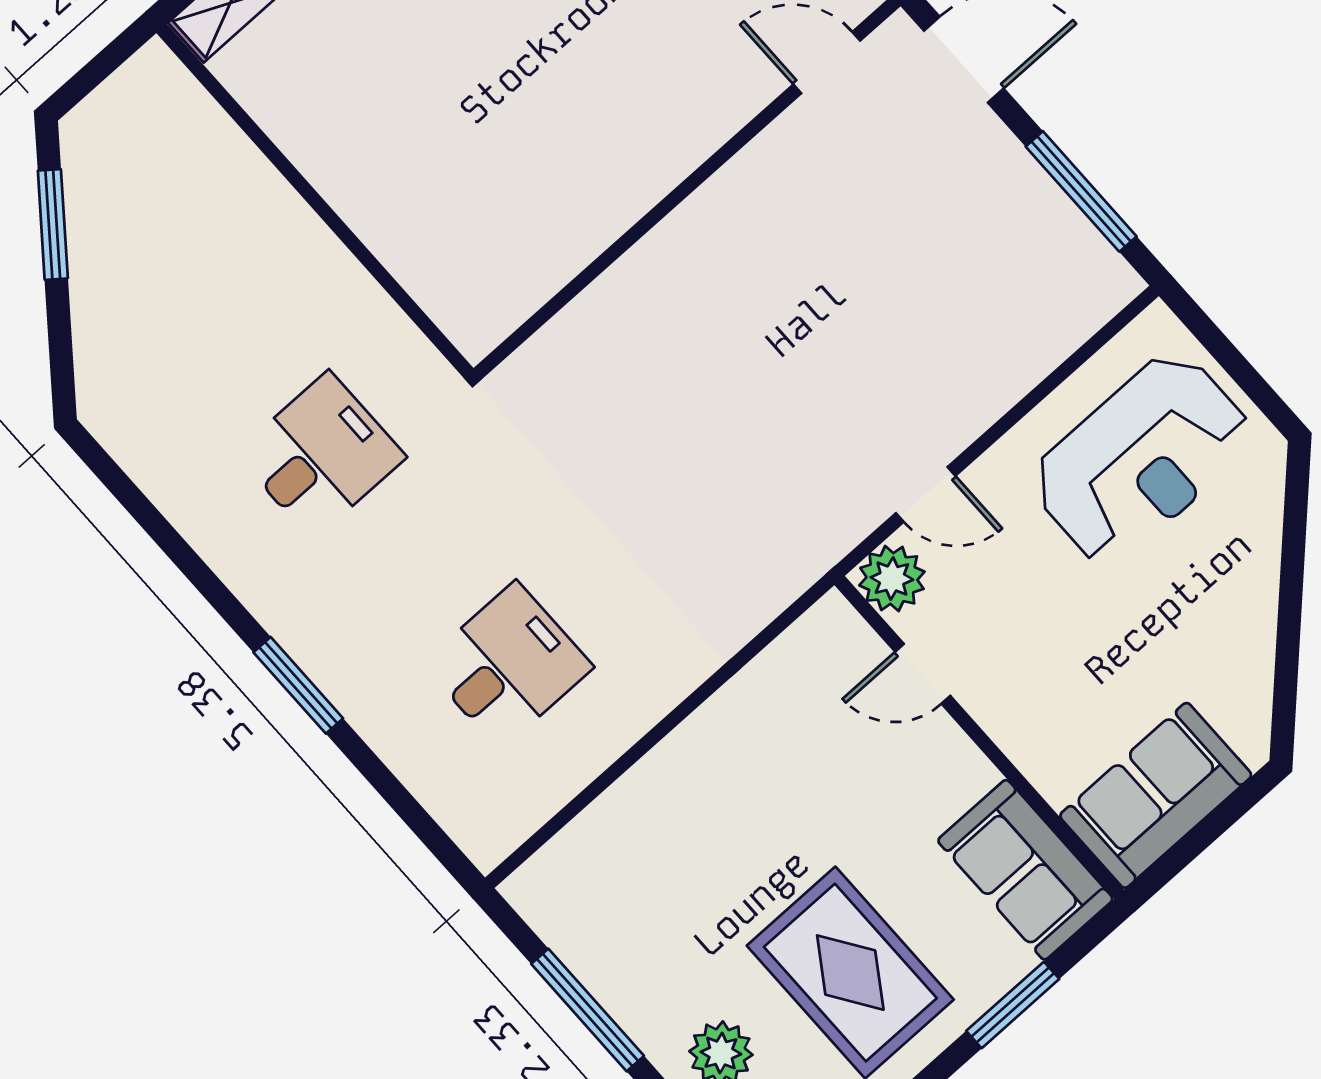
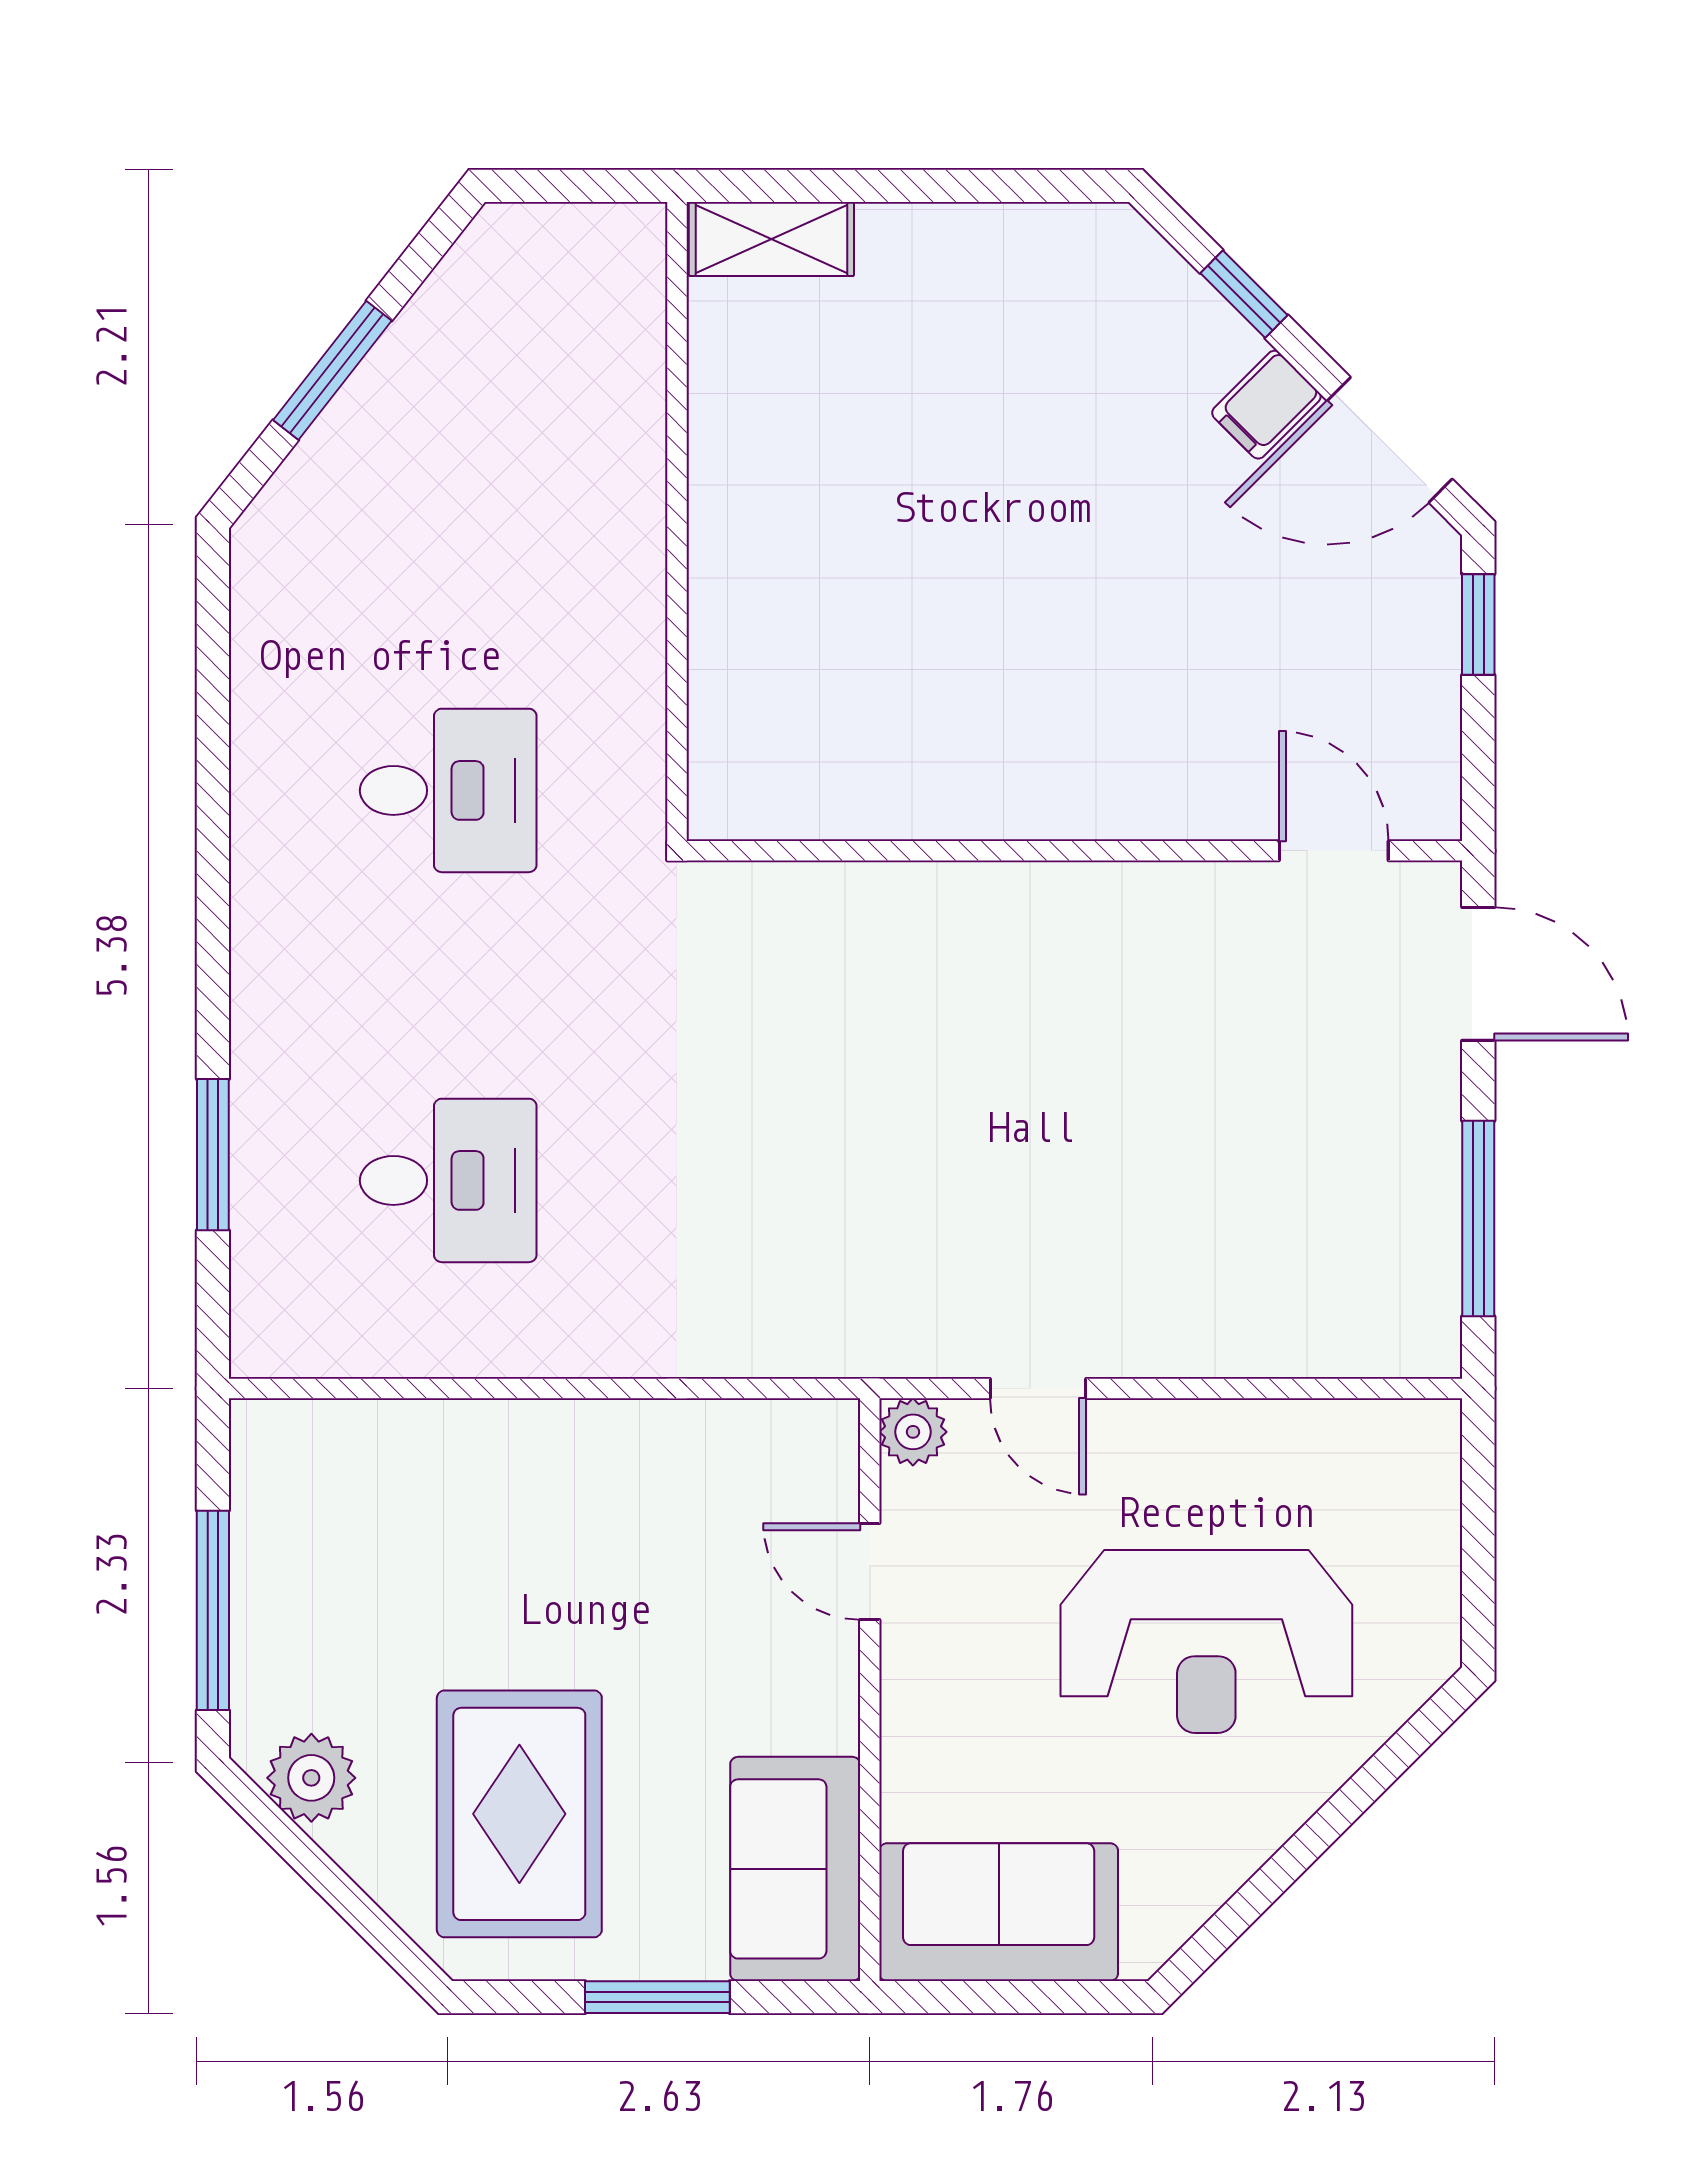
window: (53, 225) -> (332, 370), moved
reception desk: (1141, 459) -> (1206, 1641), moved
plant: (892, 578) -> (913, 1432), width x0.73, depth x0.73
window: (298, 685) -> (213, 1155), moved

